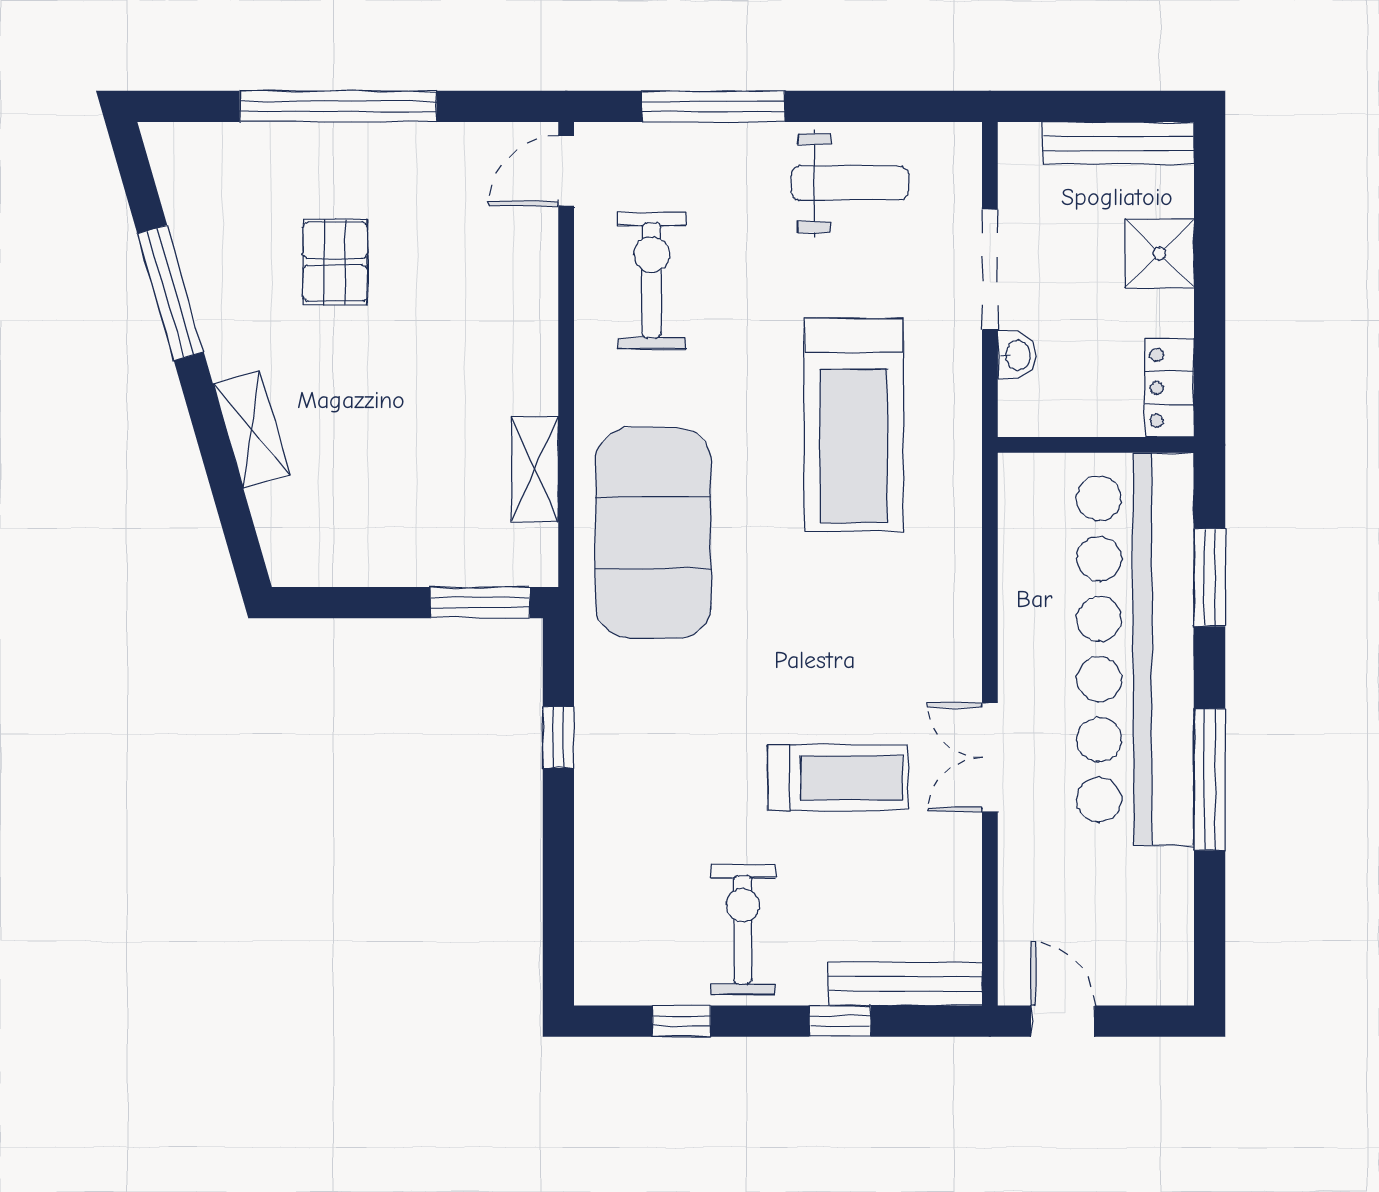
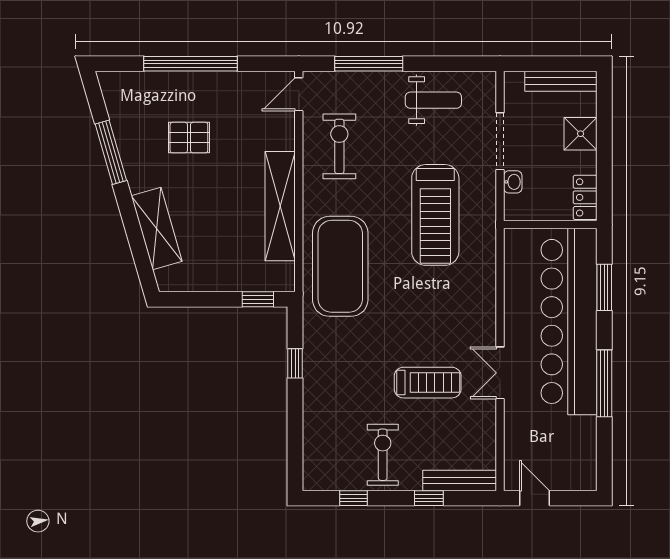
pallet: (335, 262) -> (189, 138), turned 90
shelving: (252, 429) -> (157, 228), width x1.50, depth x1.33
shelving: (535, 469) -> (280, 206), width x2.20, depth x1.33
window: (480, 603) -> (258, 299), width x0.67

